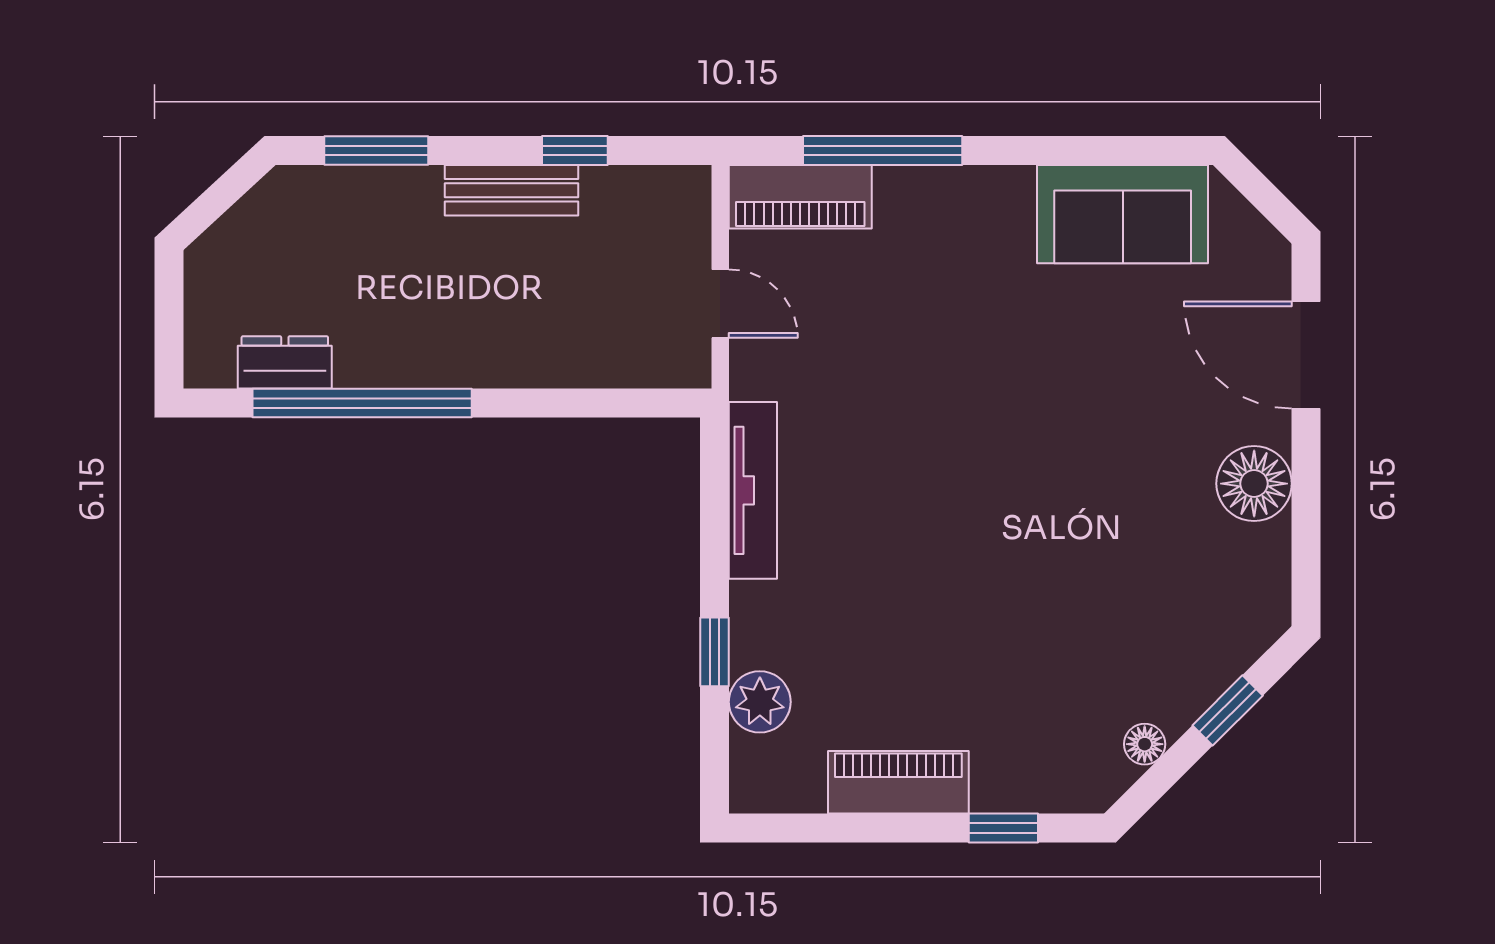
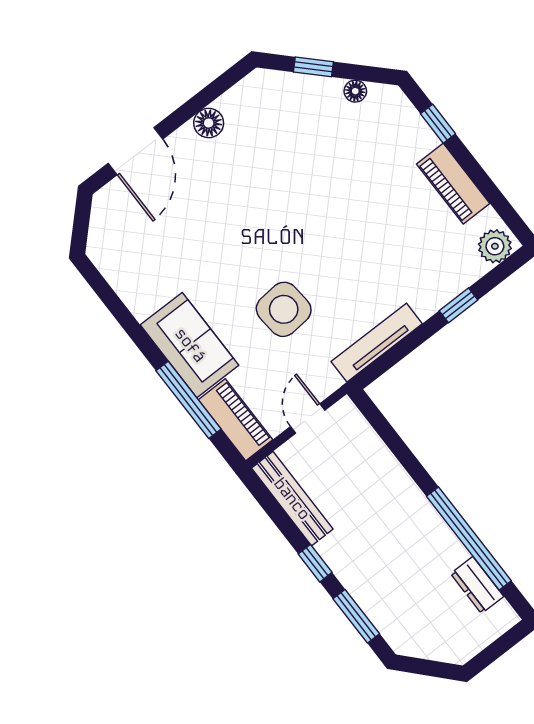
window: (575, 150) -> (315, 563), moved
bench: (512, 190) -> (292, 499), moved, width x1.36
sofa: (1123, 214) -> (190, 345), moved
side table: (907, 392) -> (284, 309), added
floor lamp: (1254, 484) -> (209, 123), width x0.73, depth x0.73
plant: (760, 702) -> (495, 246), moved

